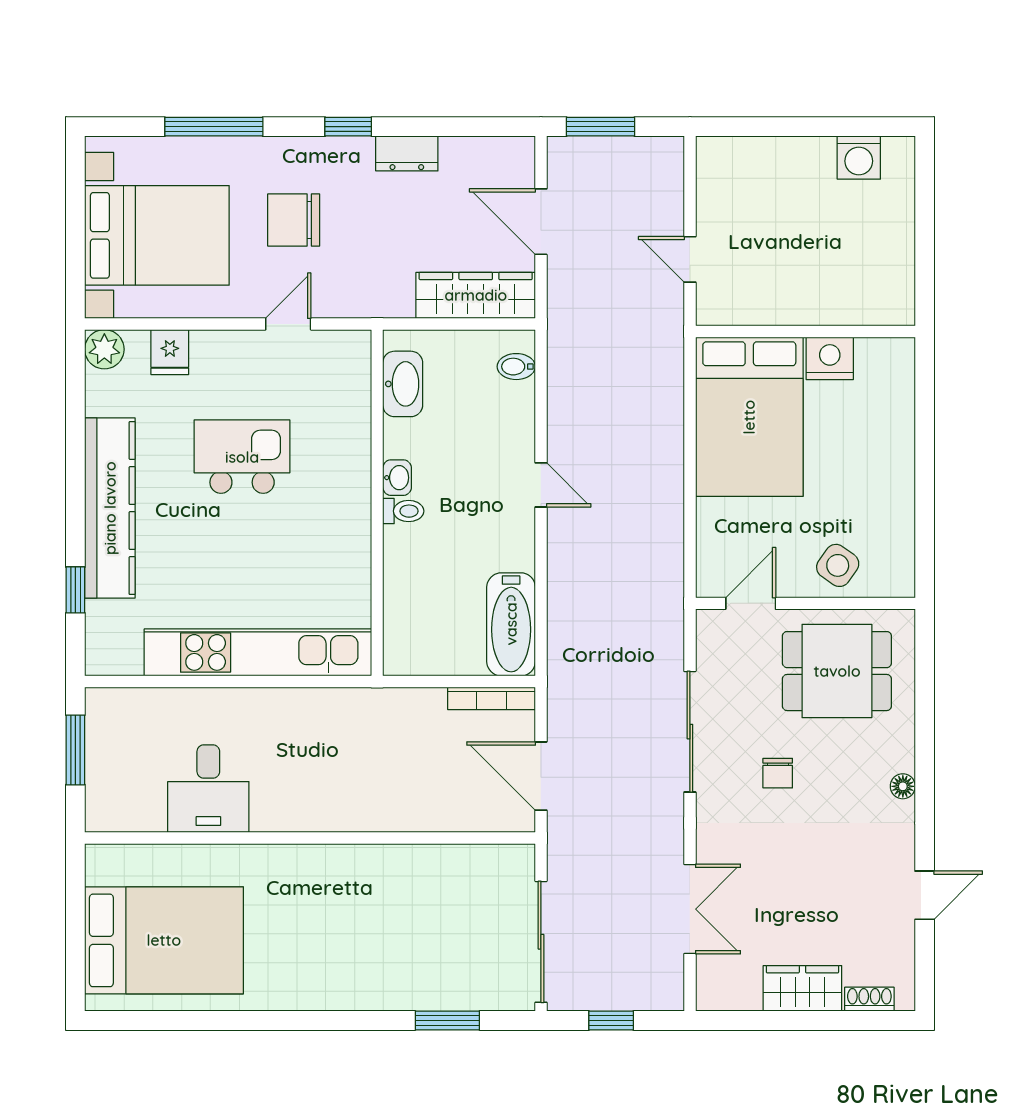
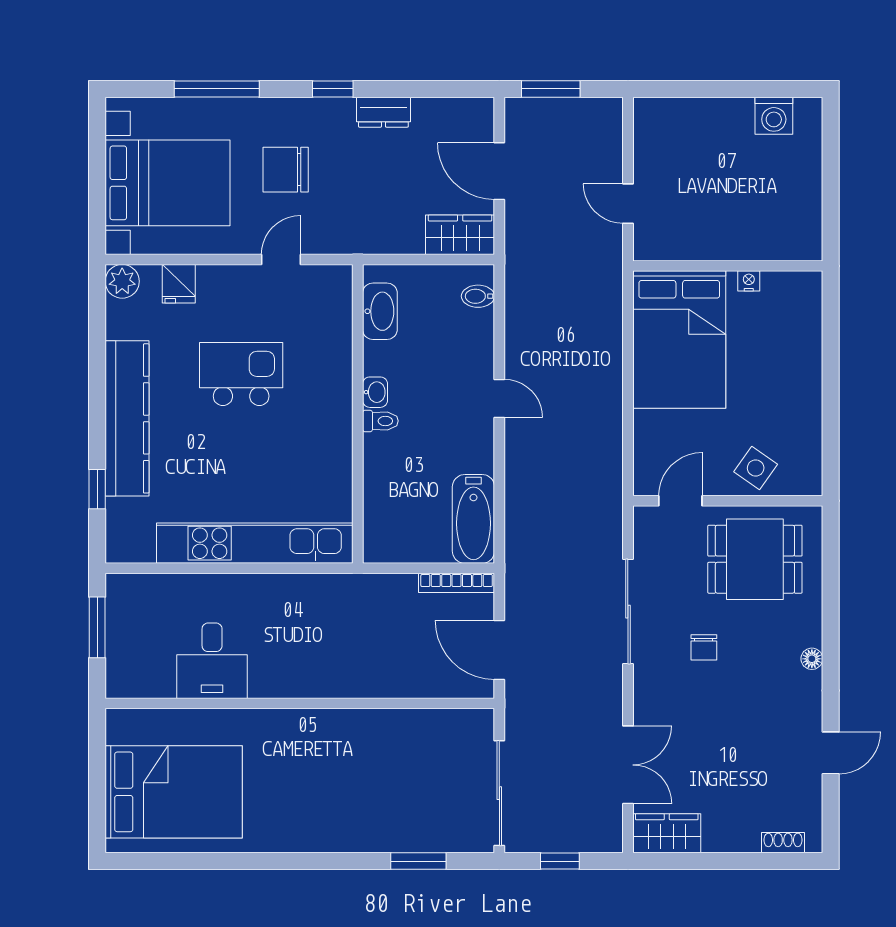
wardrobe: (476, 295) -> (460, 235), width x0.67
nightstand: (830, 358) -> (749, 281), width x0.53, depth x0.56
wardrobe: (802, 988) -> (667, 833), moved

